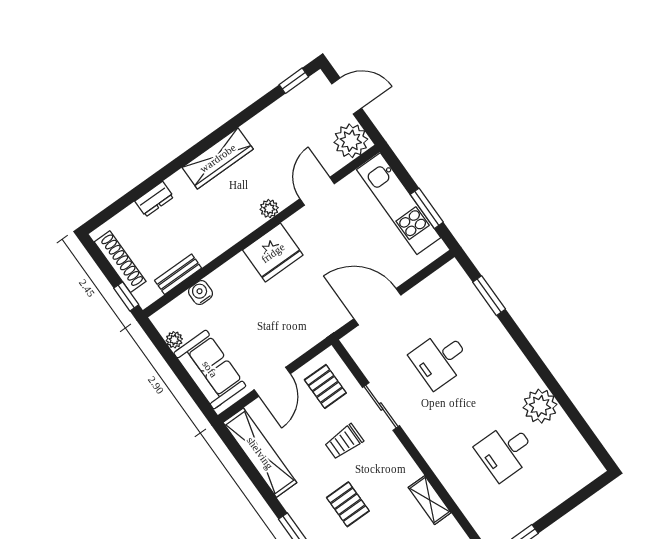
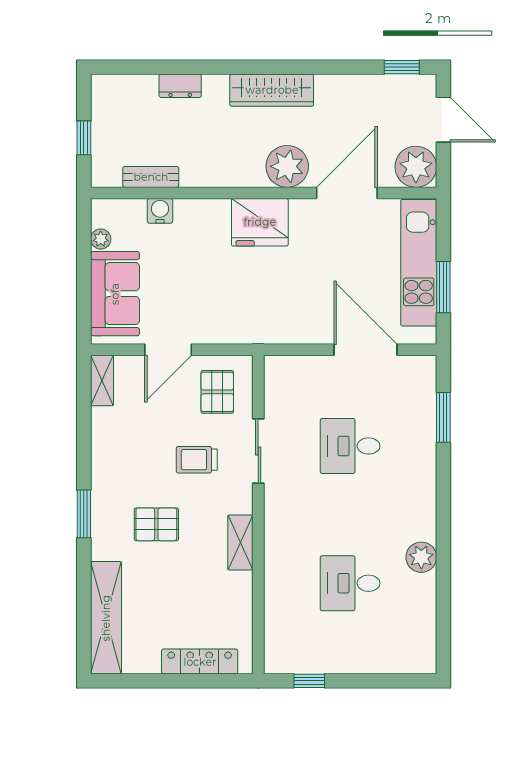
door: (317, 191) -> (347, 193), width x1.36
plant: (269, 209) -> (287, 166), width x1.88, depth x1.88
shoe rack: (120, 262) -> (102, 124), removed
window: (126, 296) -> (84, 138), moved
door: (377, 307) -> (365, 350), moved
plant: (540, 406) -> (421, 557), width x0.73, depth x0.73
shelving: (260, 453) -> (102, 380), width x0.45, depth x0.75
shelving: (430, 500) -> (240, 543), moved
pallet: (348, 504) -> (156, 524), turned 90

